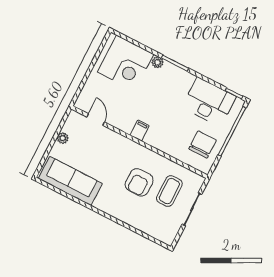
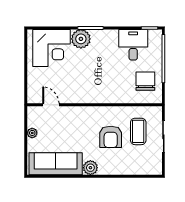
plant: (158, 62) -> (81, 39), width x1.87, depth x1.87
desk: (209, 102) -> (133, 45), width x0.73
filing cabinet: (140, 131) -> (90, 96), removed
plant: (103, 203) -> (90, 168), added

